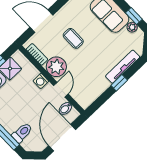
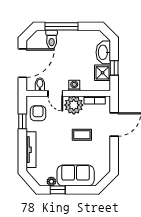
window: (119, 83) -> (22, 121), moved
armchair: (89, 88) -> (38, 113), added
door: (62, 138) -> (22, 63), hinge flipped

